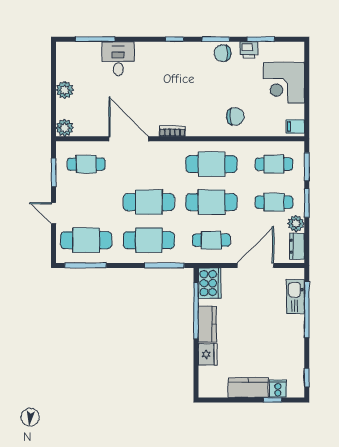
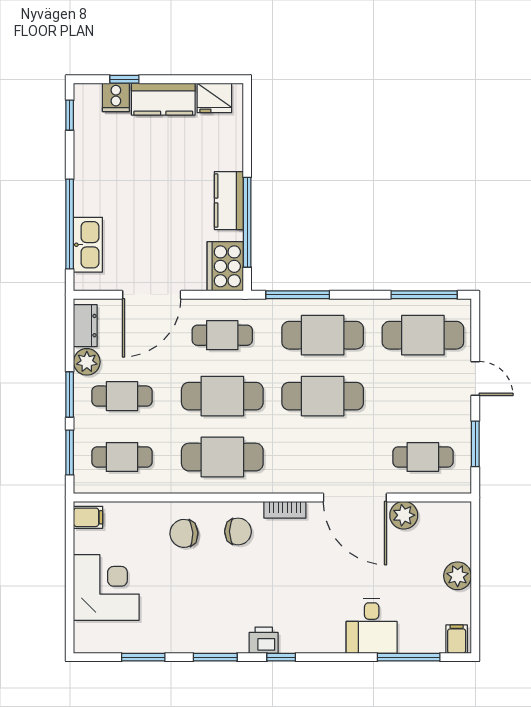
filing cabinet: (65, 50) -> (457, 639), added
printer: (249, 50) -> (264, 640), moved
chair: (223, 53) -> (238, 531), moved
plant: (65, 128) -> (404, 515), moved
fridge: (208, 354) -> (214, 98), moved, turned -90

